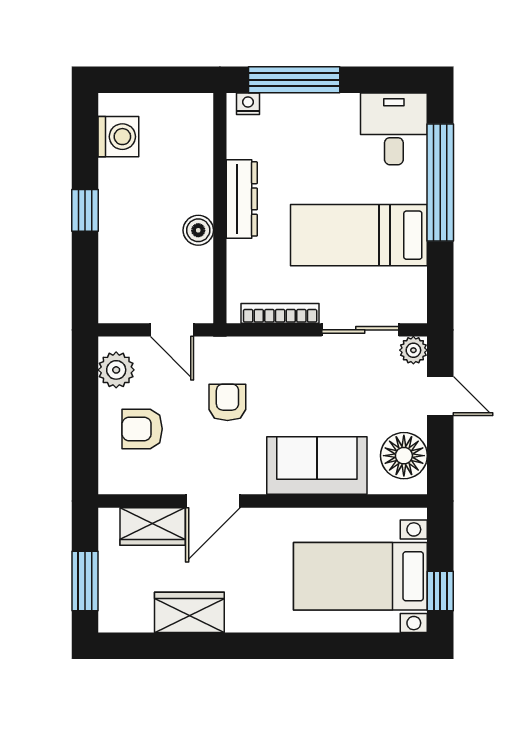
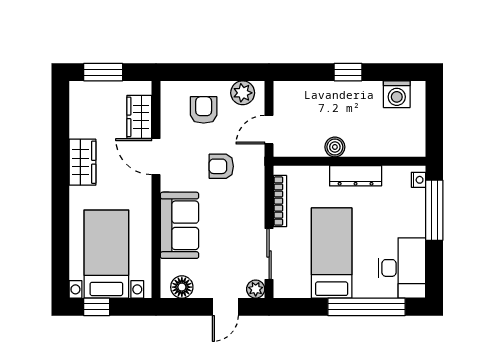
desk: (394, 129) -> (402, 268), width x1.37
armchair: (227, 402) -> (221, 166), turned 180
floor lamp: (404, 456) -> (182, 287), width x0.73, depth x0.73
wardrobe: (189, 612) -> (82, 162), moved

